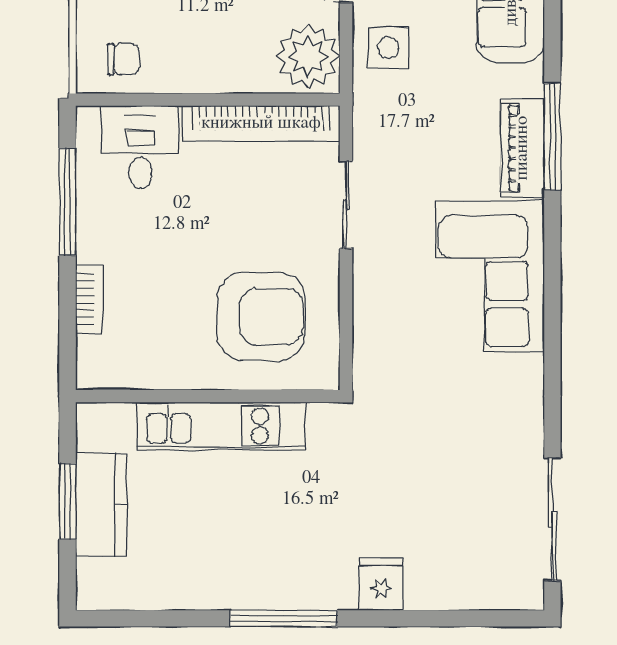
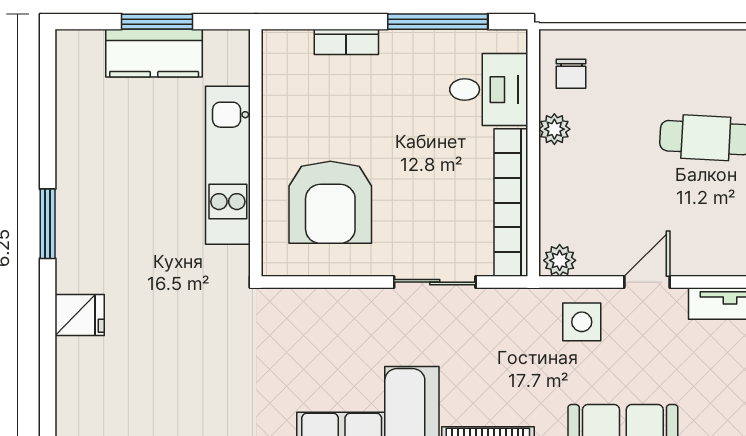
plant: (308, 56) -> (560, 260), width x0.53, depth x0.53
plant: (182, 77) -> (554, 129), added
window: (284, 618) -> (48, 224), width x0.69

